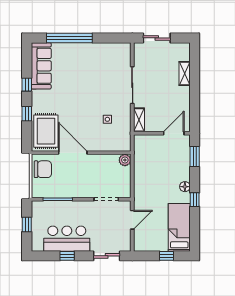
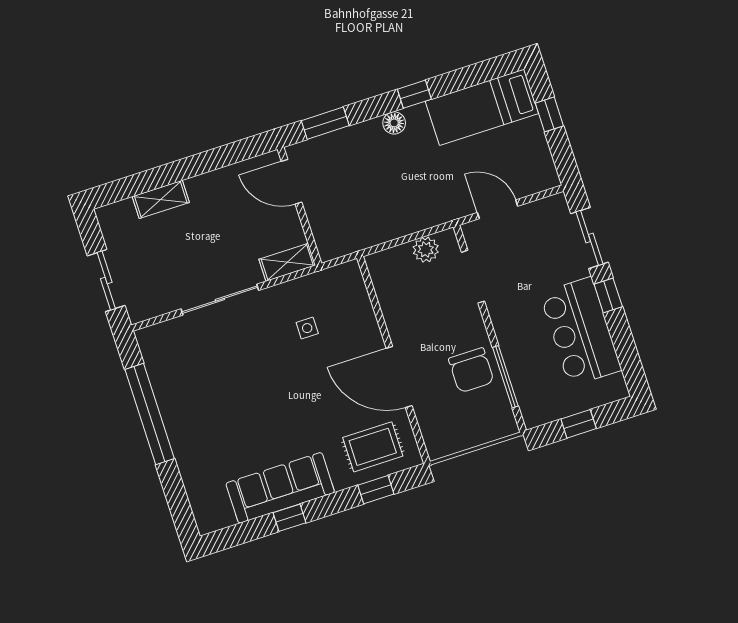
window: (69, 38) -> (150, 414), moved
sofa: (41, 66) -> (280, 488), moved
window: (27, 114) -> (376, 490), moved
rug: (46, 131) -> (373, 447), width x0.73, depth x0.70
door: (73, 153) -> (399, 377), hinge flipped
plant: (125, 160) -> (426, 250), moved
chair: (43, 169) -> (471, 370), moved, turned 180
window: (67, 256) -> (608, 295), moved

